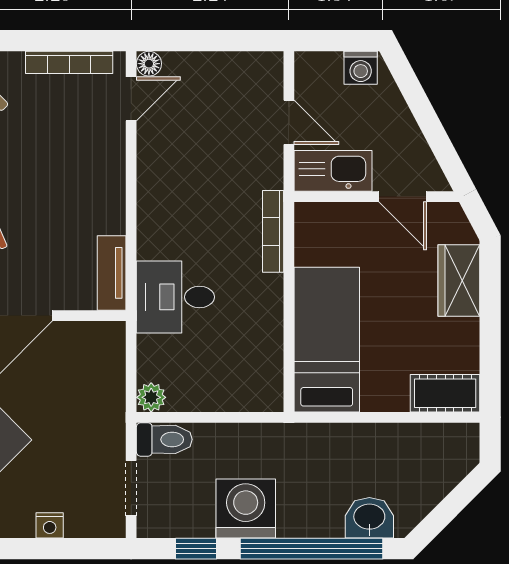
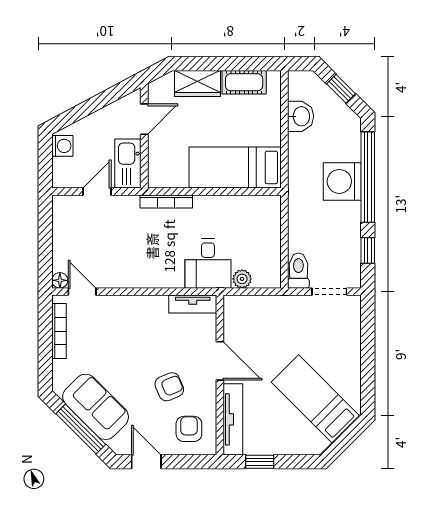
cot: (445, 393) -> (244, 82), moved, turned 90
plant: (151, 397) -> (242, 279), moved
window: (451, 507) -> (341, 89), added
washing machine: (246, 508) -> (342, 181), moved
washbasin: (369, 518) -> (301, 116), moved, turned 180
nightstand: (50, 525) -> (353, 343), removed

